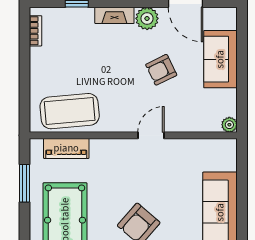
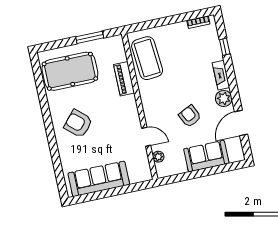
plant: (229, 125) -> (158, 157), moved
door: (151, 135) -> (146, 137), moved
piano: (66, 148) -> (124, 79), moved

